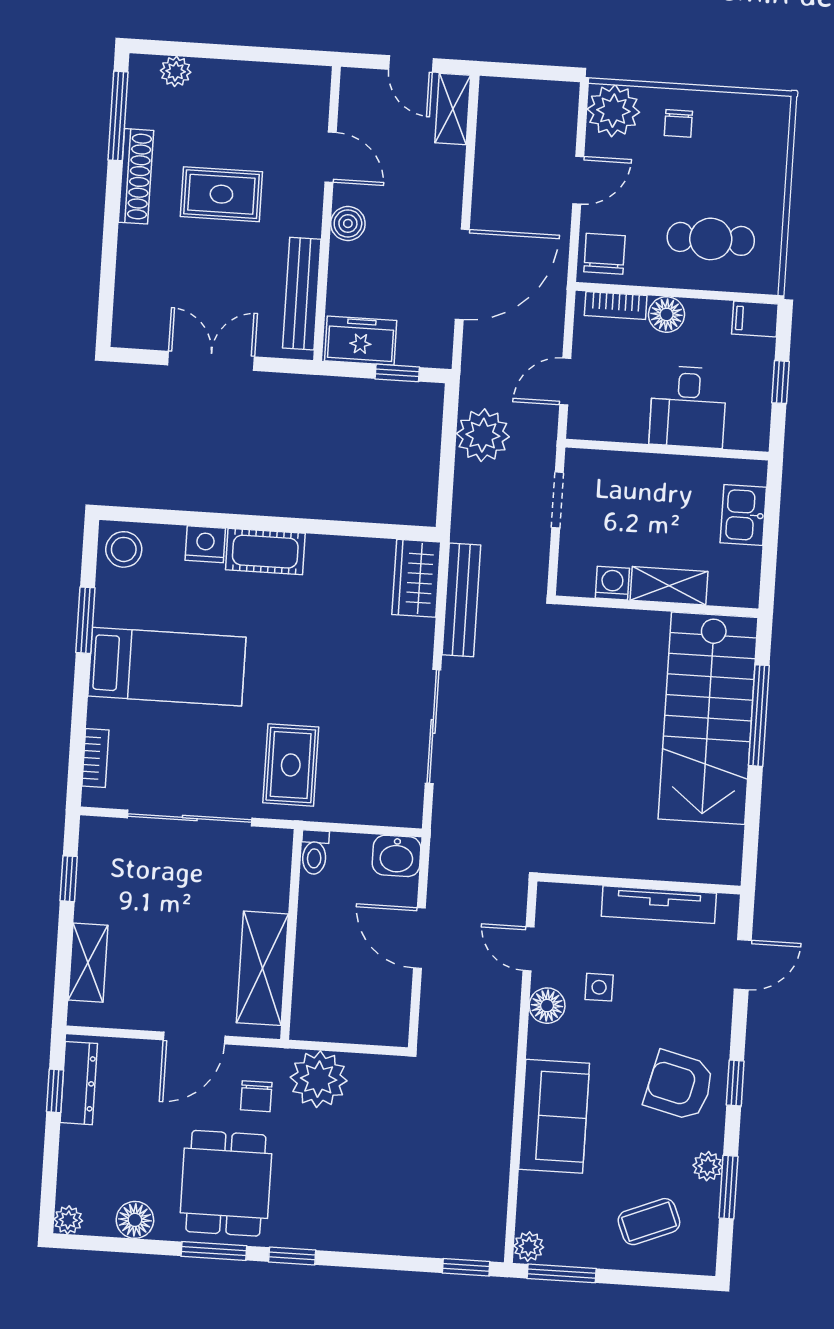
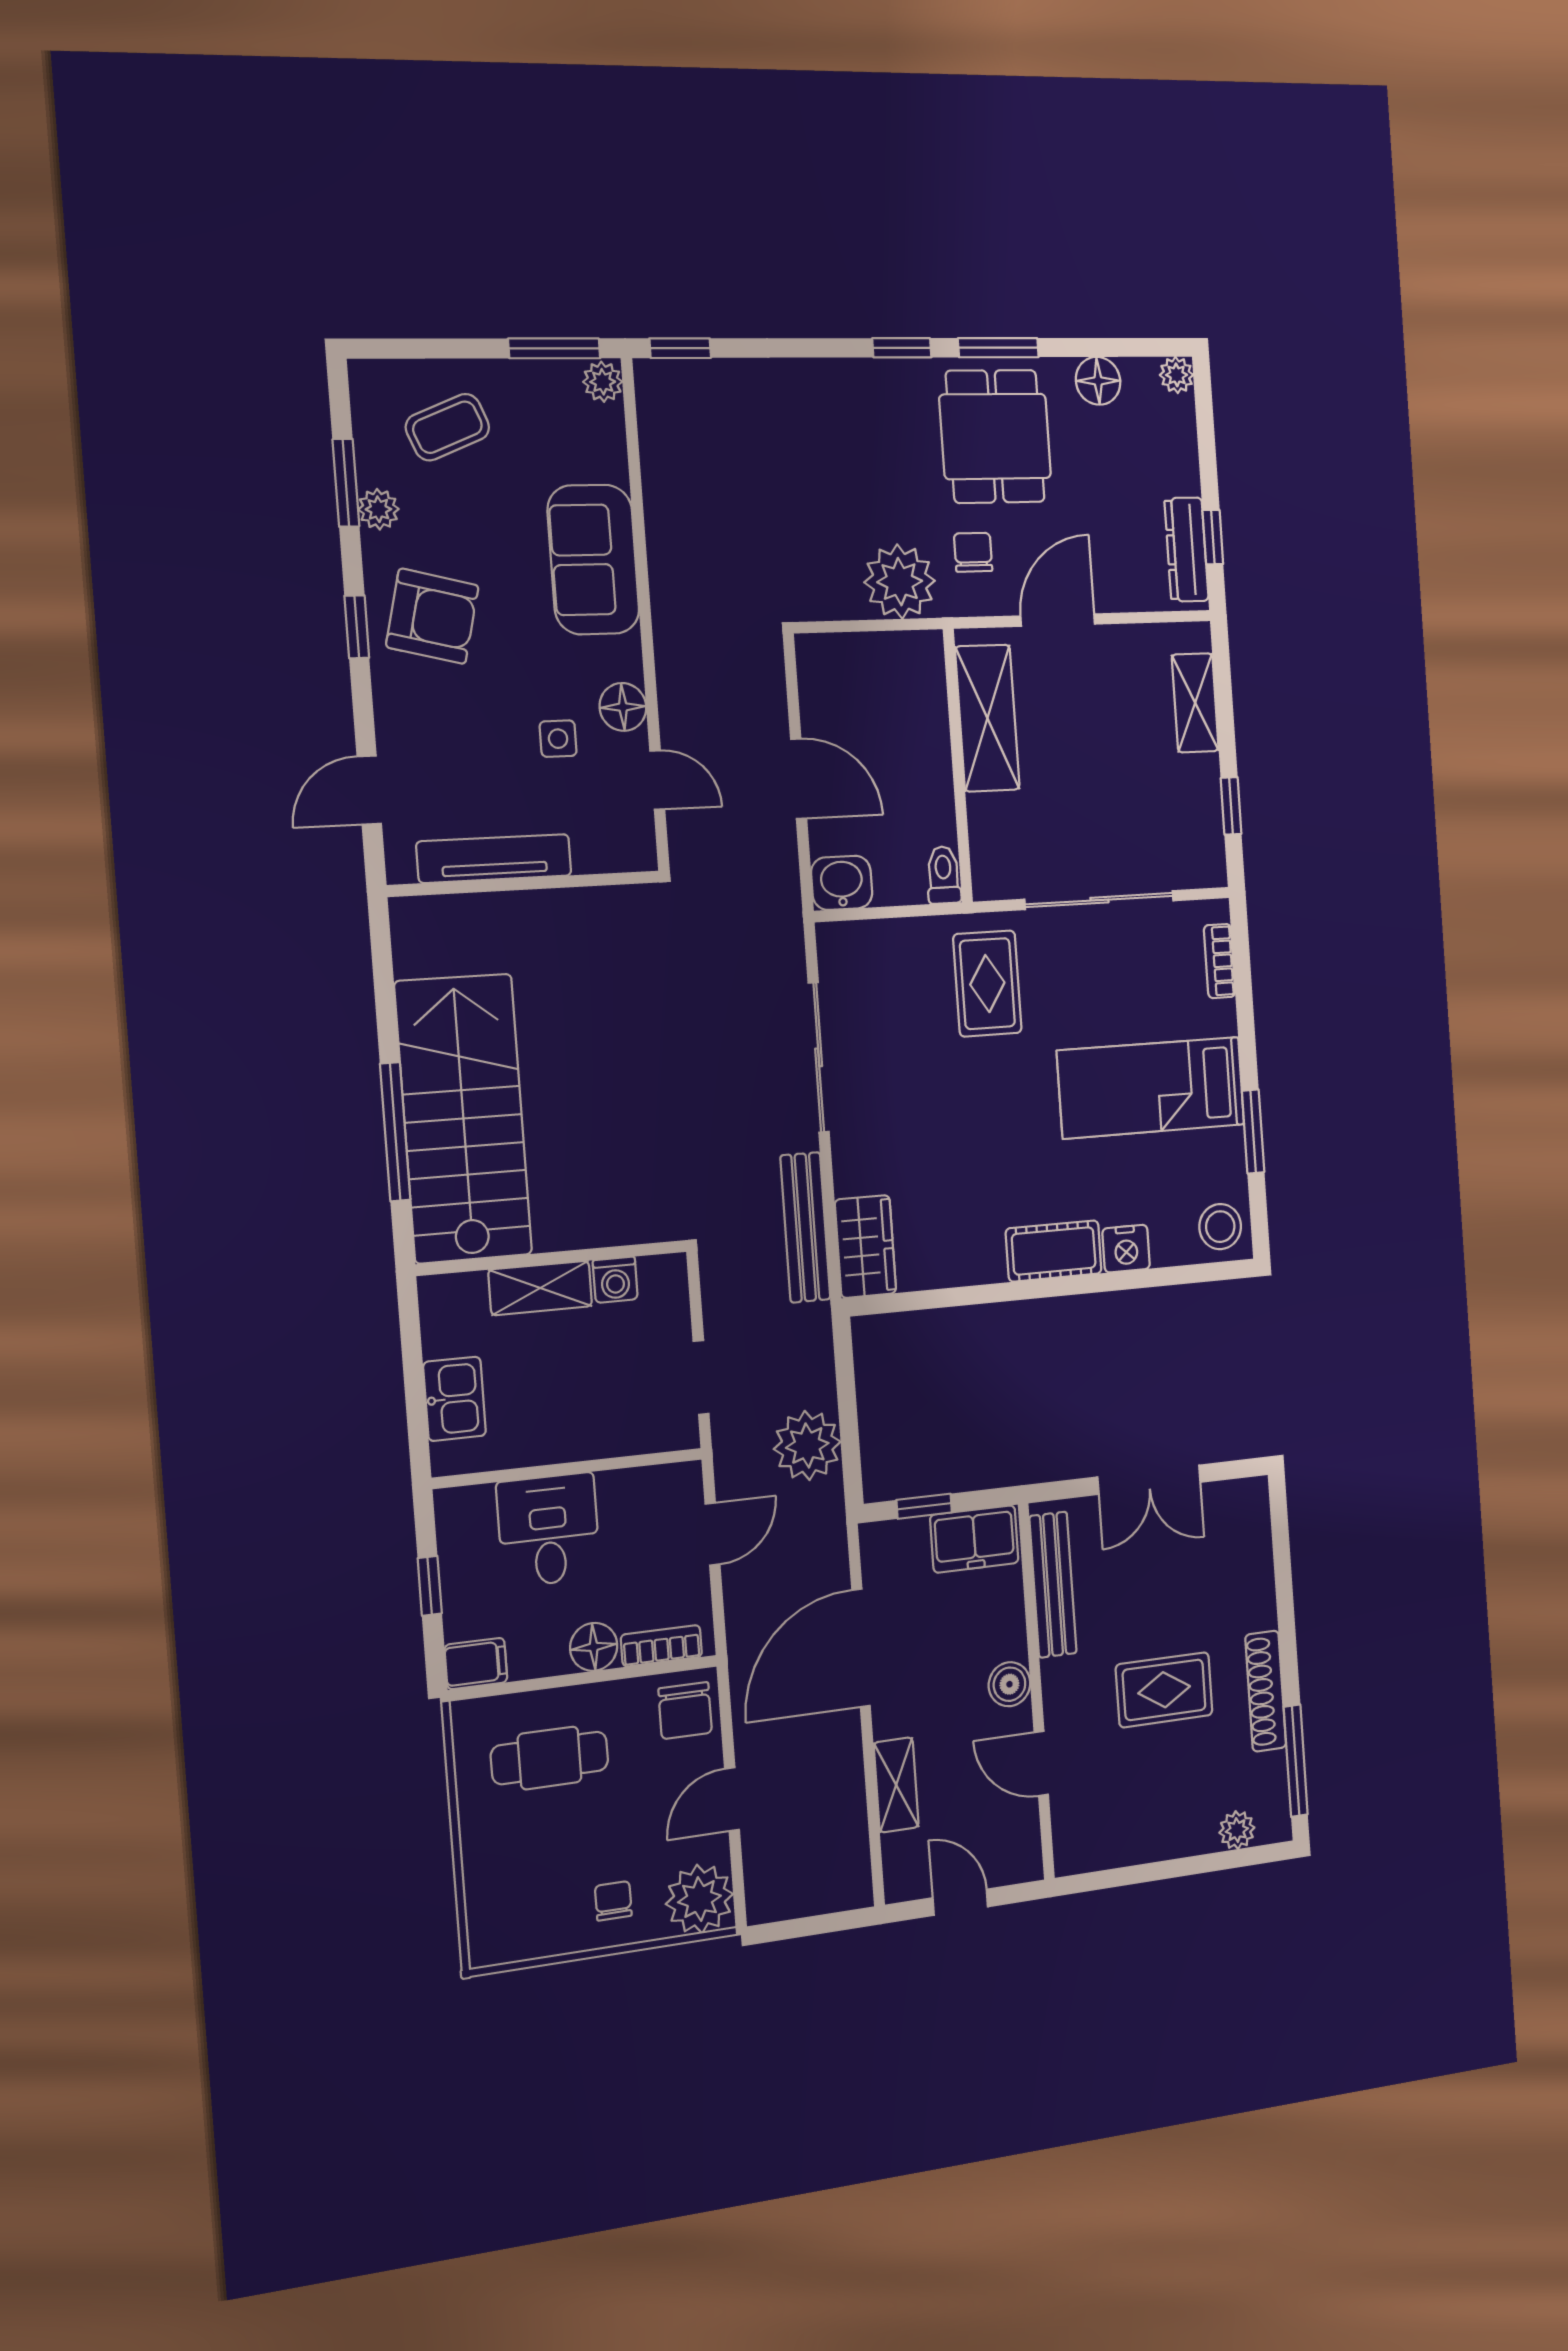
shelving: (453, 109) -> (896, 1785), moved

